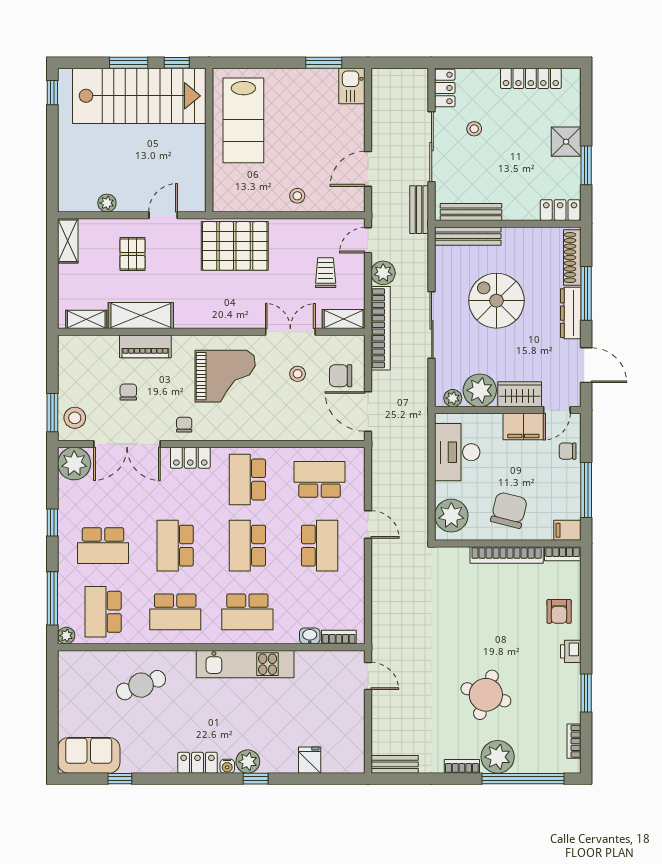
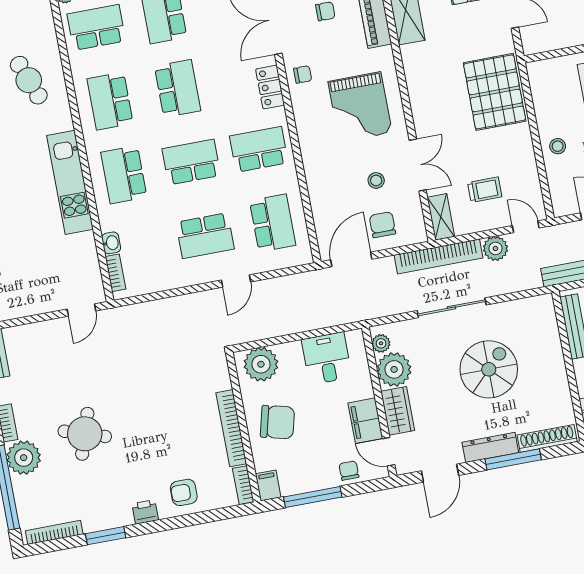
bench: (468, 236) -> (549, 328), removed
desk: (457, 452) -> (327, 358), width x0.73
school desk: (175, 546) -> (178, 88), turned 90
bookcase: (574, 741) -> (54, 532), width x1.56

